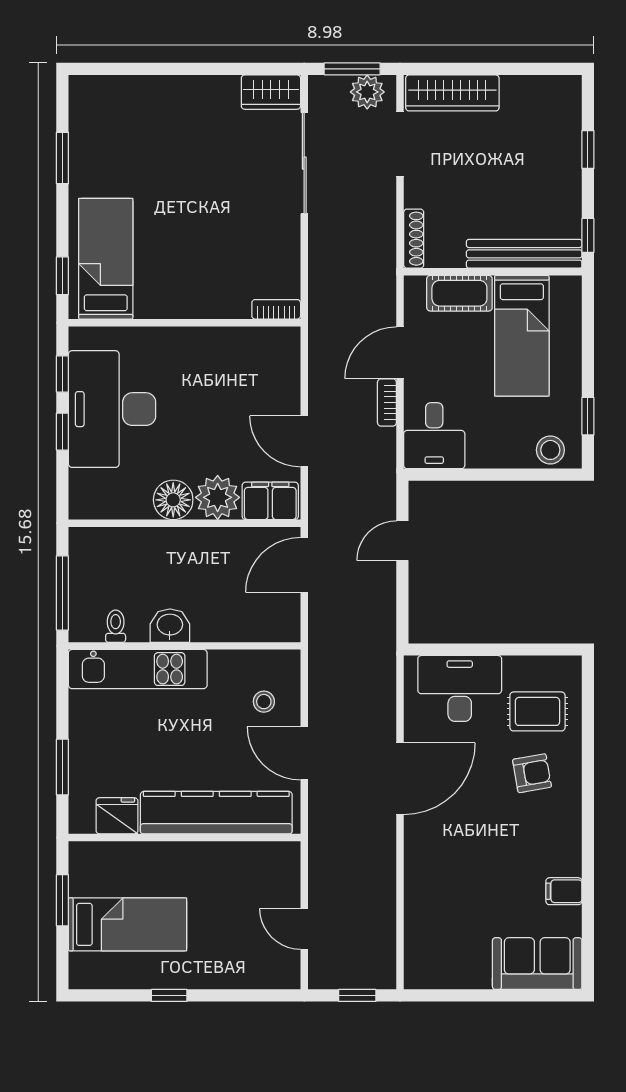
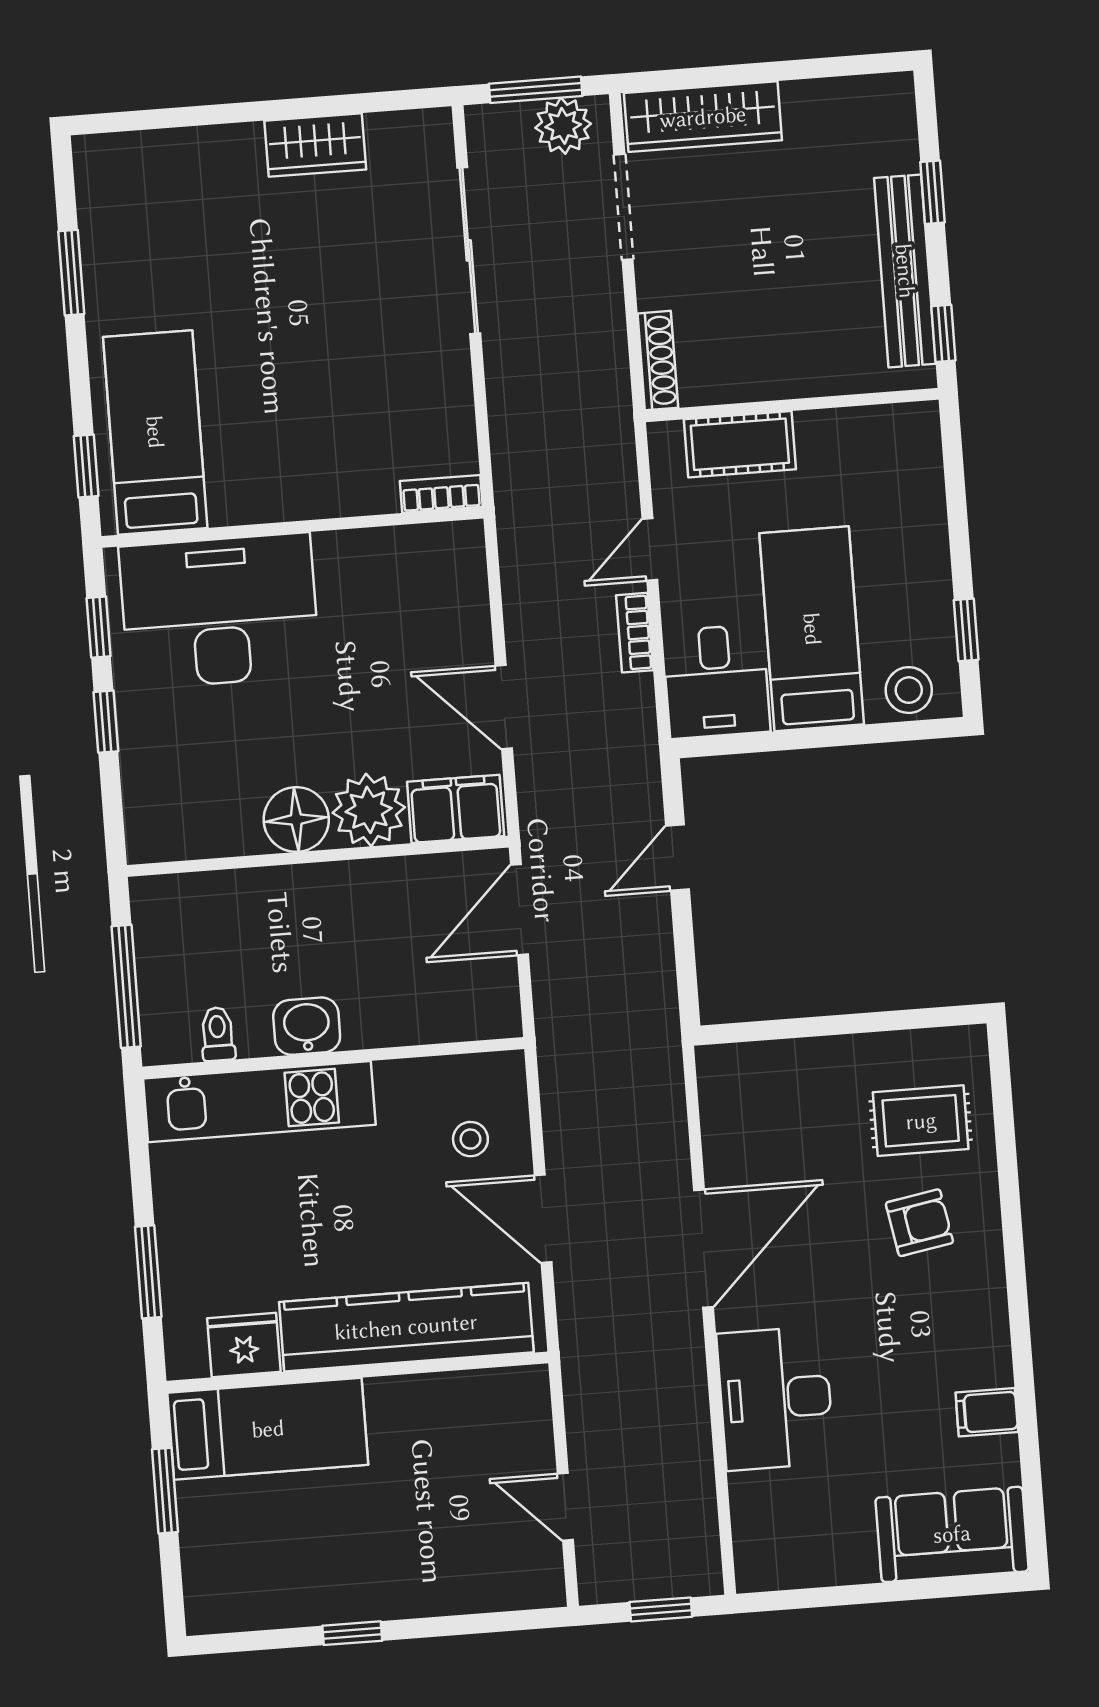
wardrobe: (271, 92) -> (315, 145), moved
bench: (524, 254) -> (905, 271), moved, turned 90
bed: (522, 336) -> (812, 629), moved, turned 180
door: (400, 353) -> (650, 550), width x0.73
desk: (112, 409) -> (219, 611), moved, turned 90
desk: (460, 688) -> (775, 1398), moved, turned -90
bed: (128, 924) -> (268, 1429), moved

